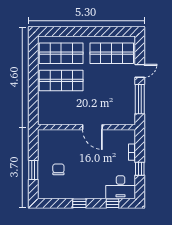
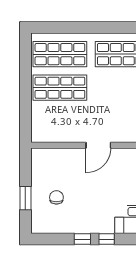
door: (92, 127) -> (98, 145), hinge flipped
window: (113, 203) -> (107, 239), moved

